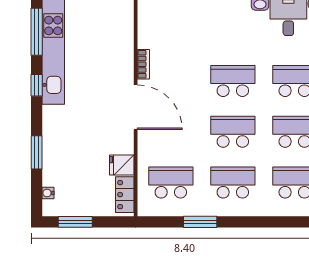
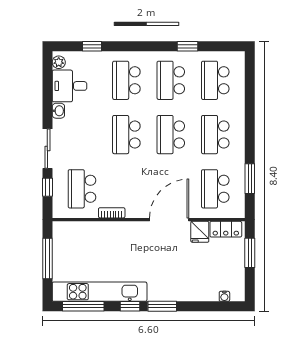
school desk: (171, 30) -> (82, 189), added
door: (136, 107) -> (169, 220), moved
window: (37, 152) -> (162, 306), moved
window: (75, 222) -> (250, 253), moved
window: (200, 222) -> (250, 179), moved

